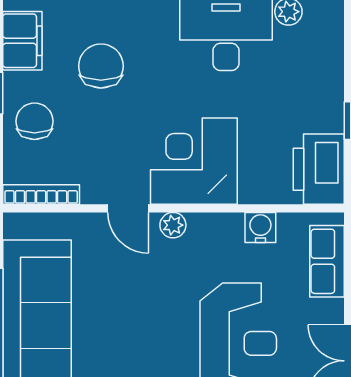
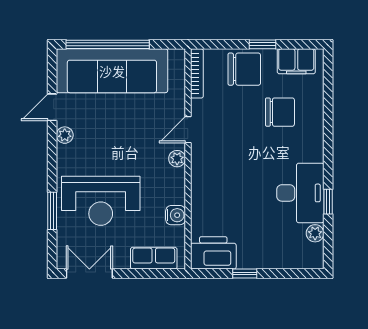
chair: (34, 121) -> (244, 69), width x1.37, depth x1.37
corner desk: (194, 161) -> (218, 172), removed

